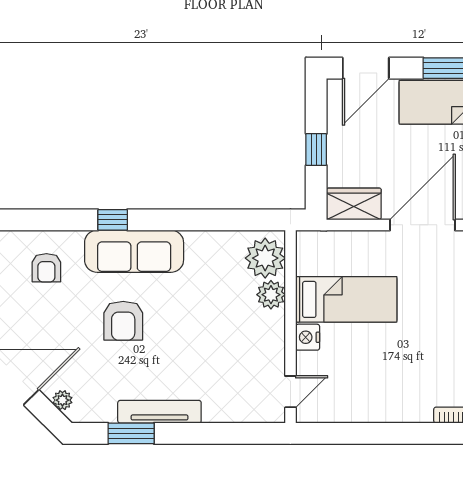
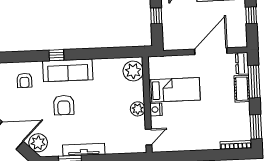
wardrobe: (354, 204) -> (176, 42), removed
plant: (271, 295) -> (138, 109), moved
plant: (62, 400) -> (38, 143), width x1.87, depth x1.87

